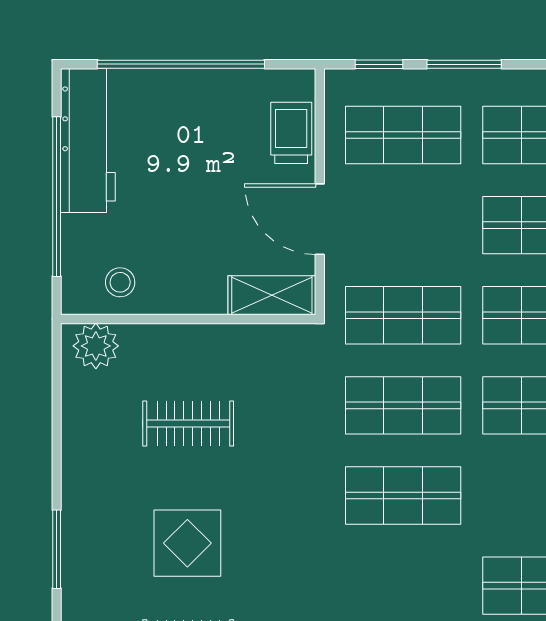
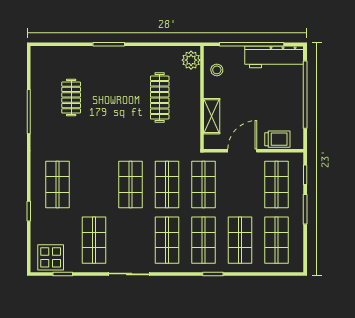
shelving: (272, 295) -> (212, 116), moved
clothes rail: (188, 423) -> (160, 98), width x1.36
display table: (187, 543) -> (111, 97), removed

